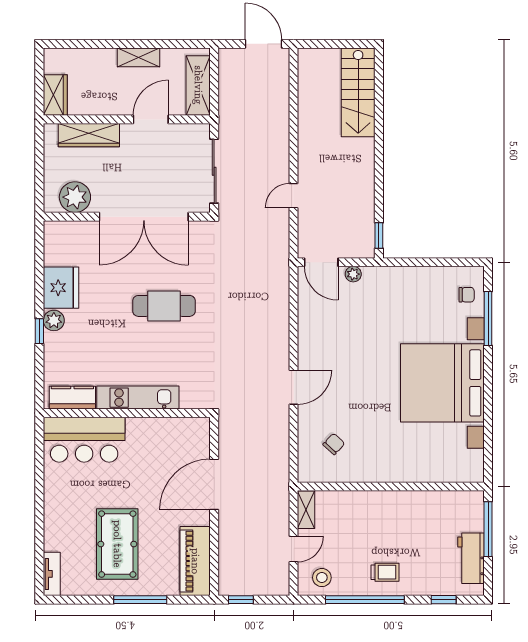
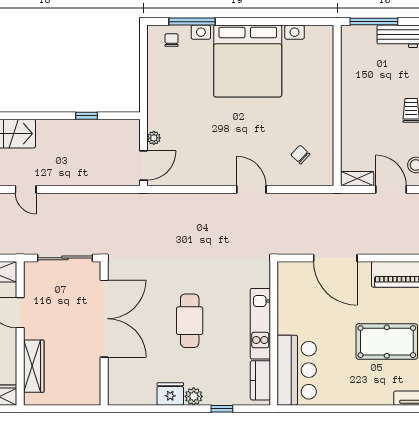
door: (294, 196) -> (26, 189), moved
plant: (75, 197) -> (87, 378), removed
window: (379, 235) -> (87, 116), moved
fridge: (61, 288) -> (170, 394), width x0.73, depth x0.75
cafe table: (164, 306) -> (190, 321), moved
window: (39, 331) -> (222, 409), moved
door: (294, 549) -> (391, 189), width x1.38

